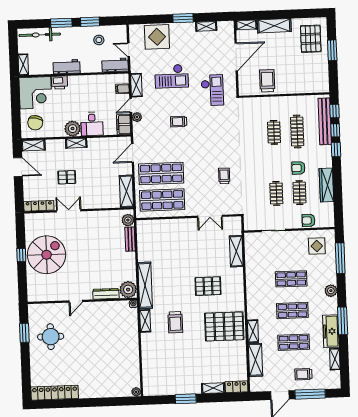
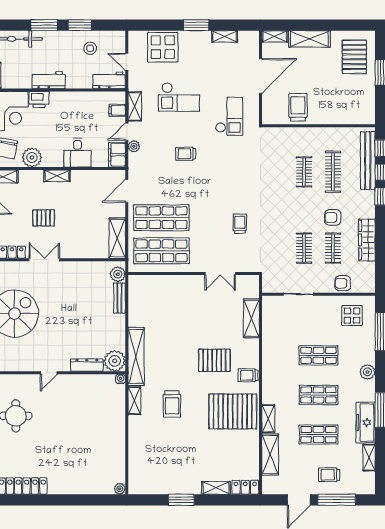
plant: (73, 129) -> (32, 157), moved
trolley: (235, 297) -> (248, 375), added

